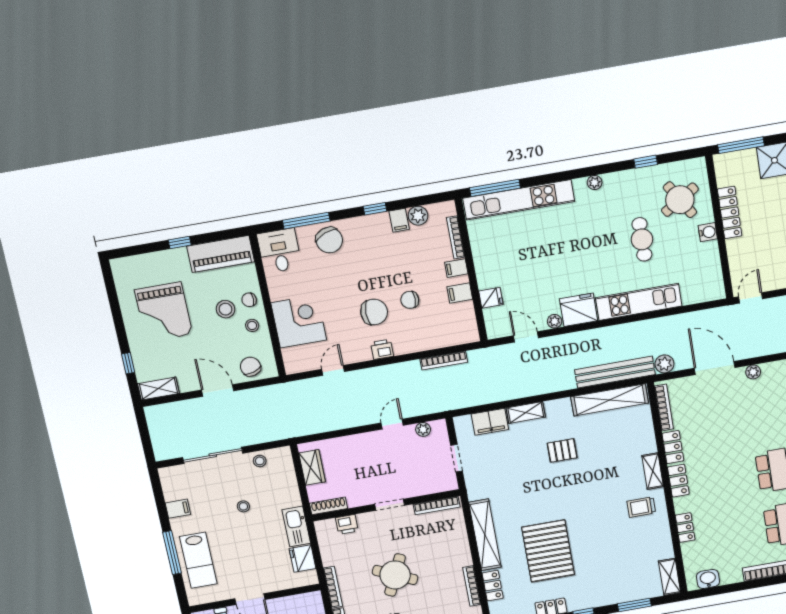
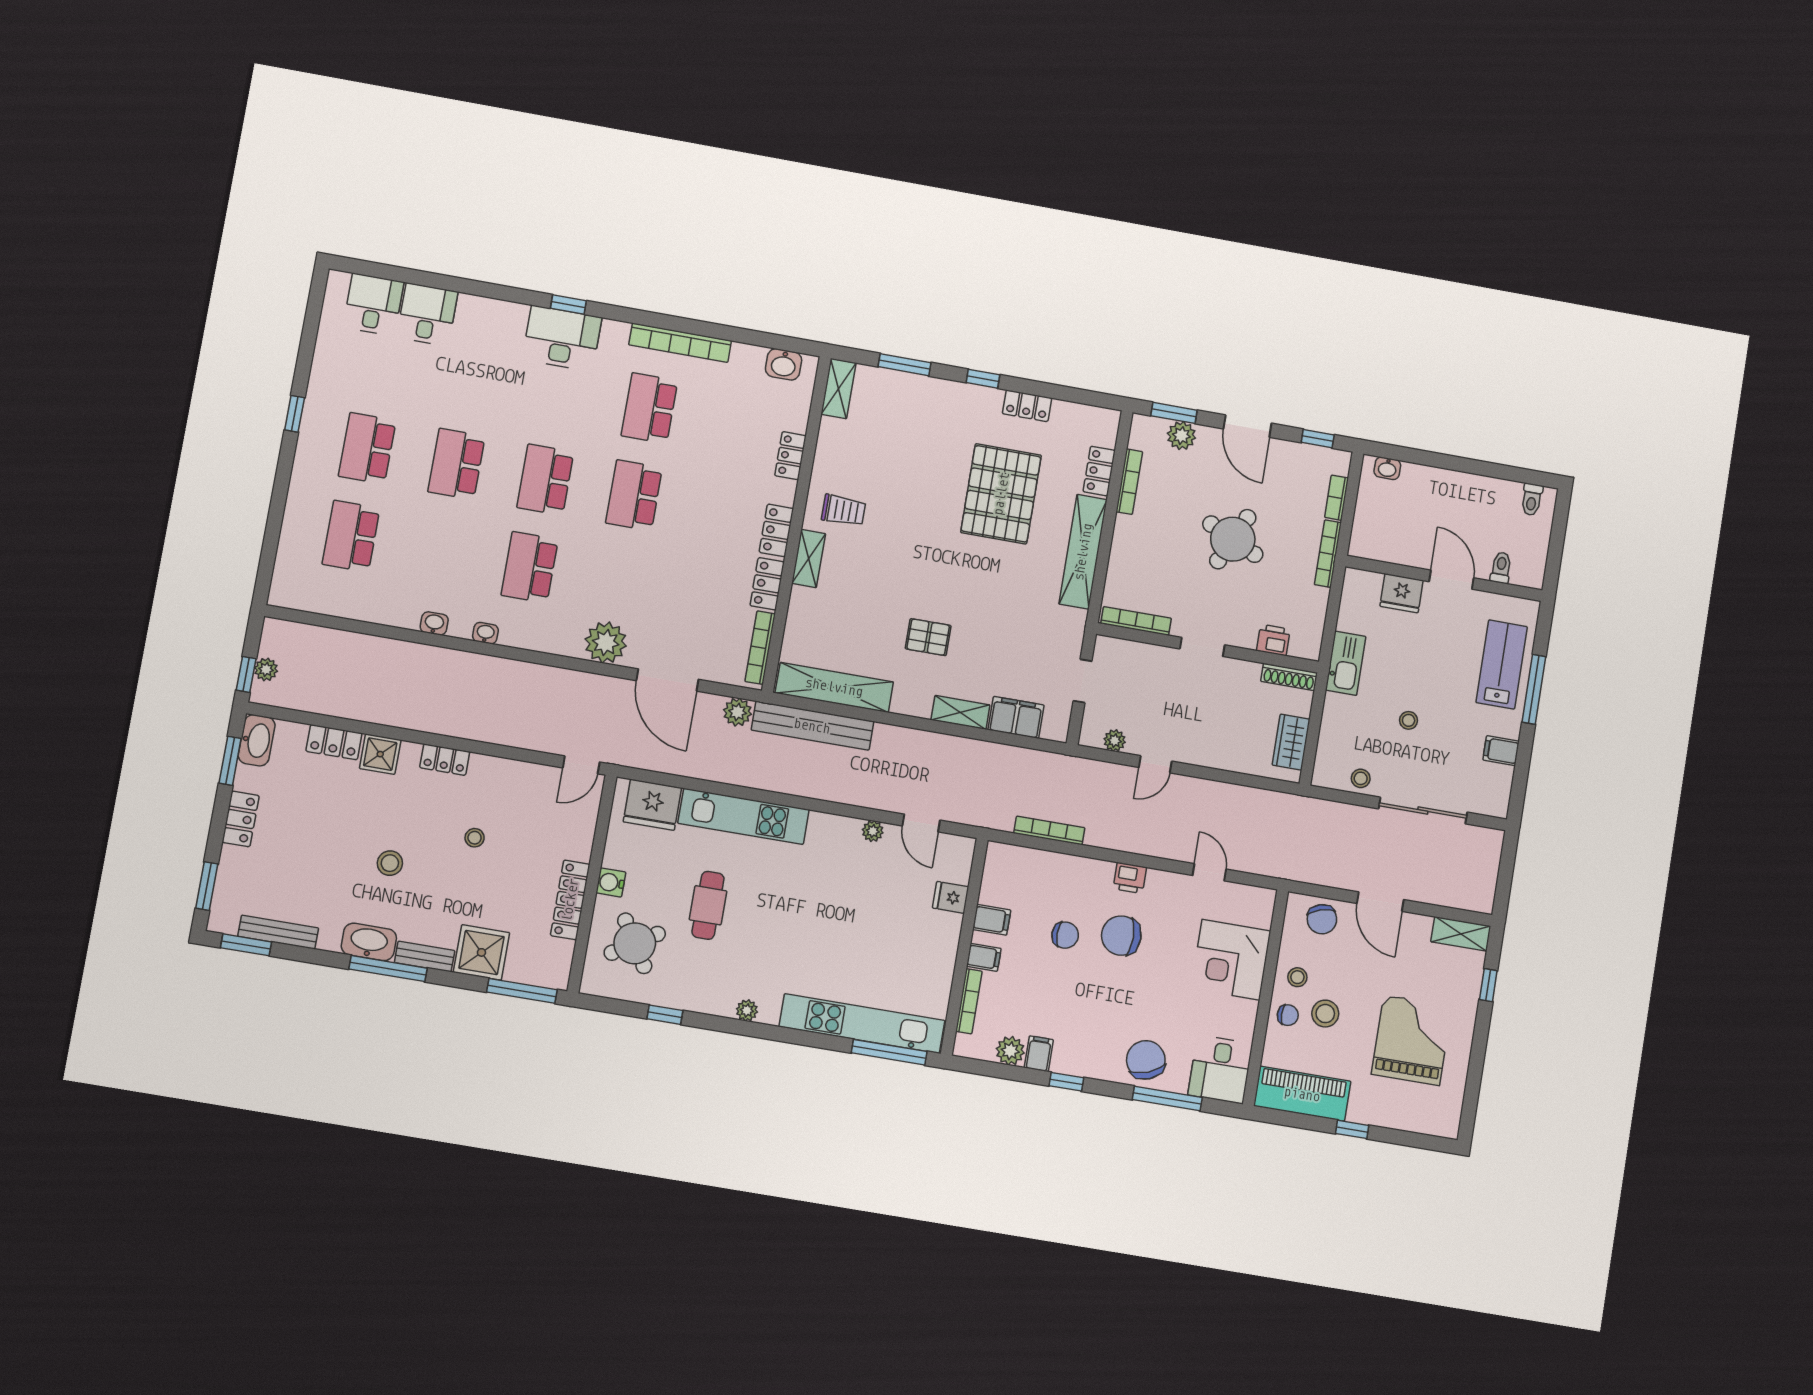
fridge: (579, 310) -> (652, 805), moved
door: (333, 370) -> (1209, 872), swing flipped
plant: (753, 372) -> (606, 643), width x1.87, depth x1.87
fridge: (303, 559) -> (1402, 593), moved, turned 90

